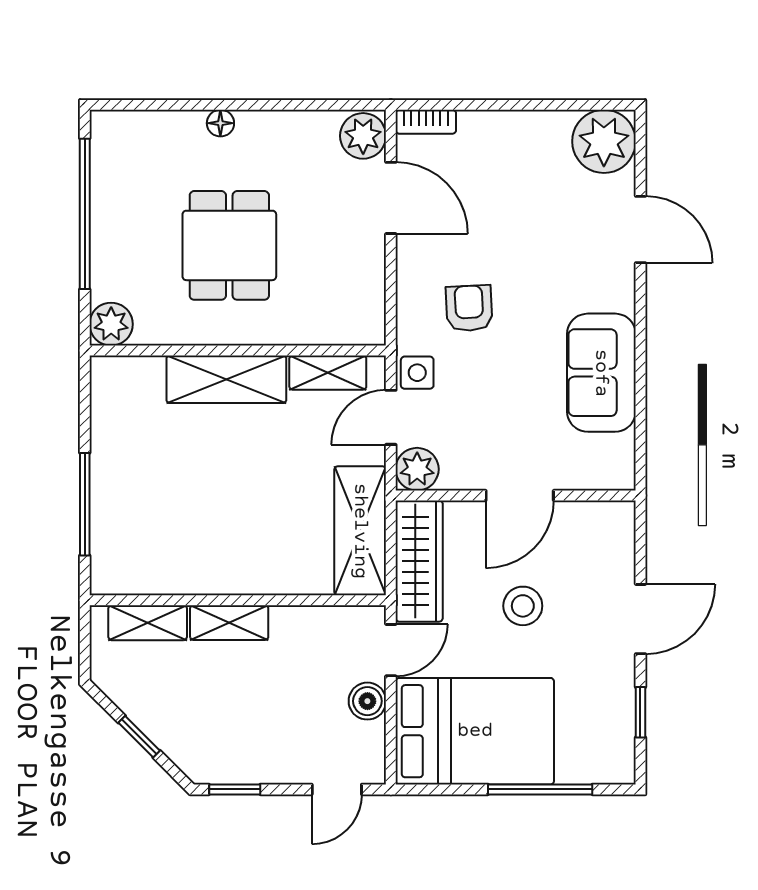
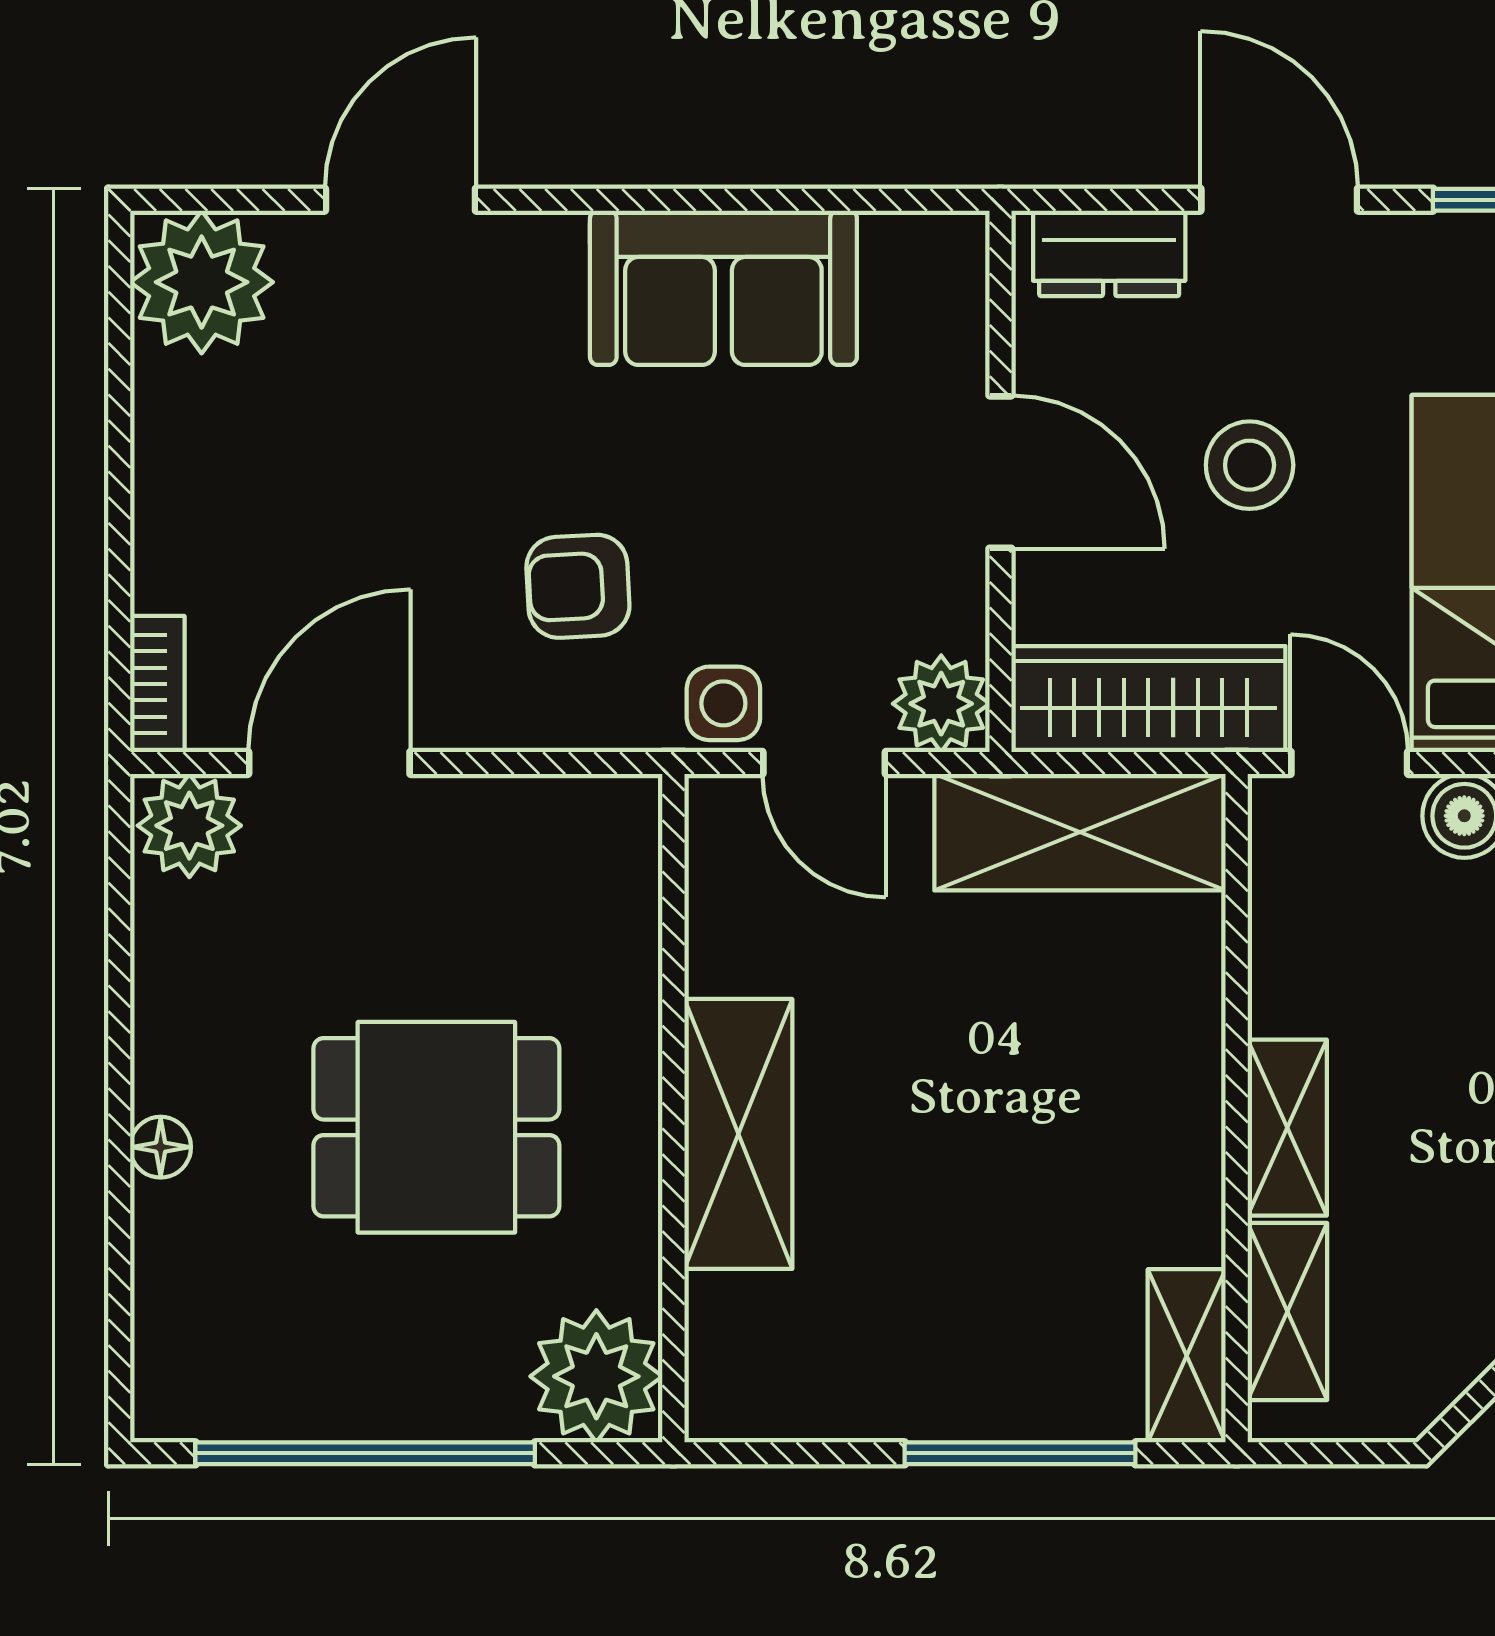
plant: (111, 324) -> (596, 1376), width x1.36, depth x1.36
shelving: (328, 373) -> (1187, 1356), moved
dresser: (617, 544) -> (1109, 253), added

